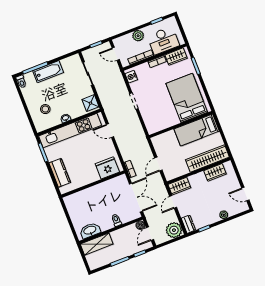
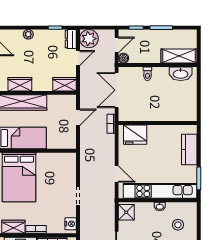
door: (173, 202) -> (78, 58), moved

